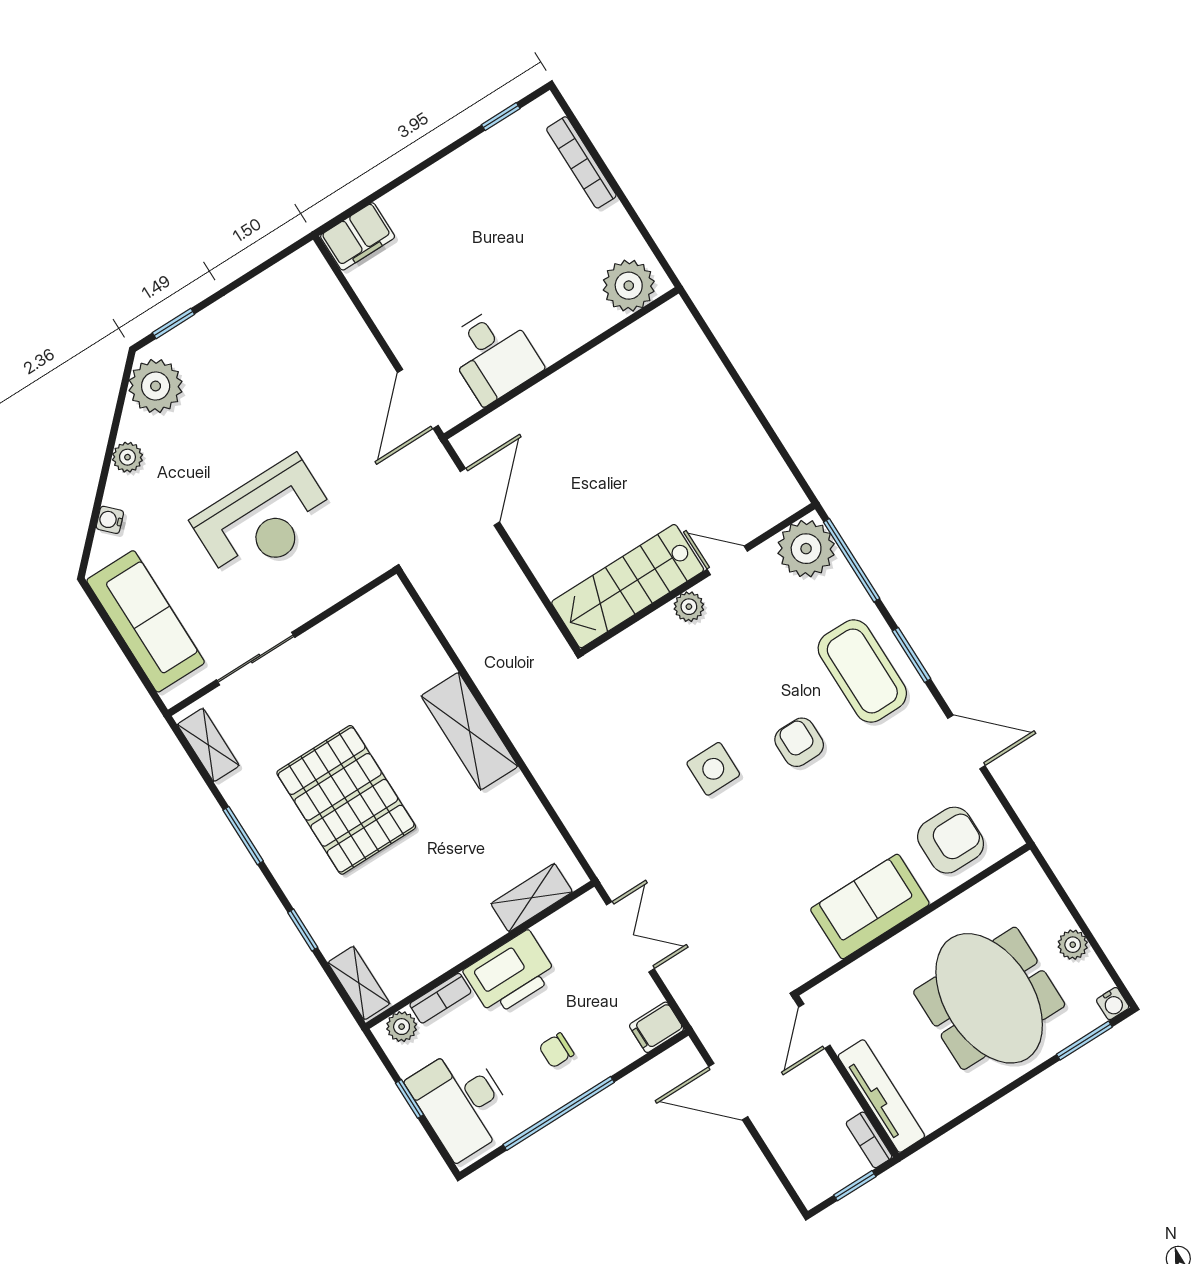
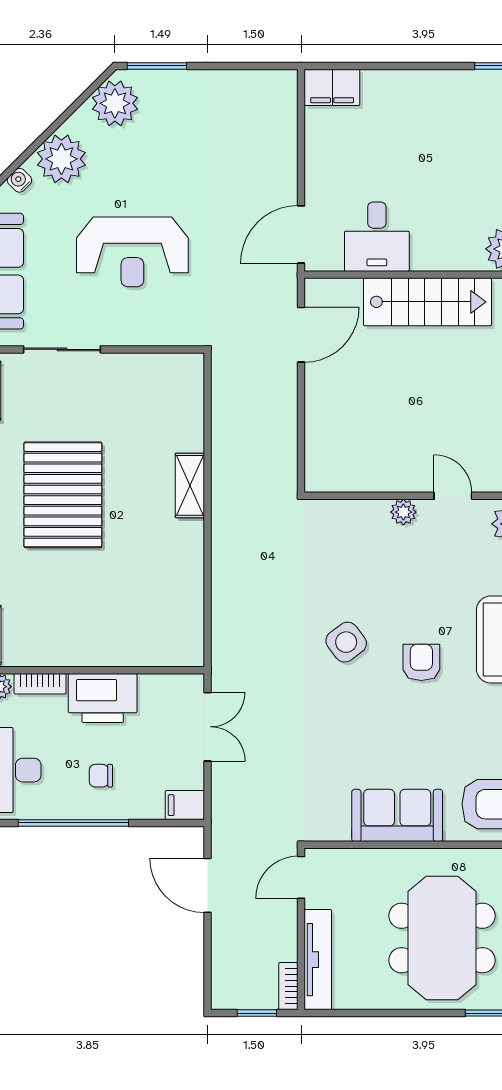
window: (173, 323) -> (157, 66), width x1.50
plant: (127, 457) -> (61, 159), width x1.88, depth x1.88
stairs: (628, 586) -> (427, 302), moved, turned 180
shelving: (470, 731) -> (190, 485), width x0.67, depth x0.75
side table: (713, 769) -> (346, 642), turned -37
shelving: (532, 898) -> (153, 652), removed

